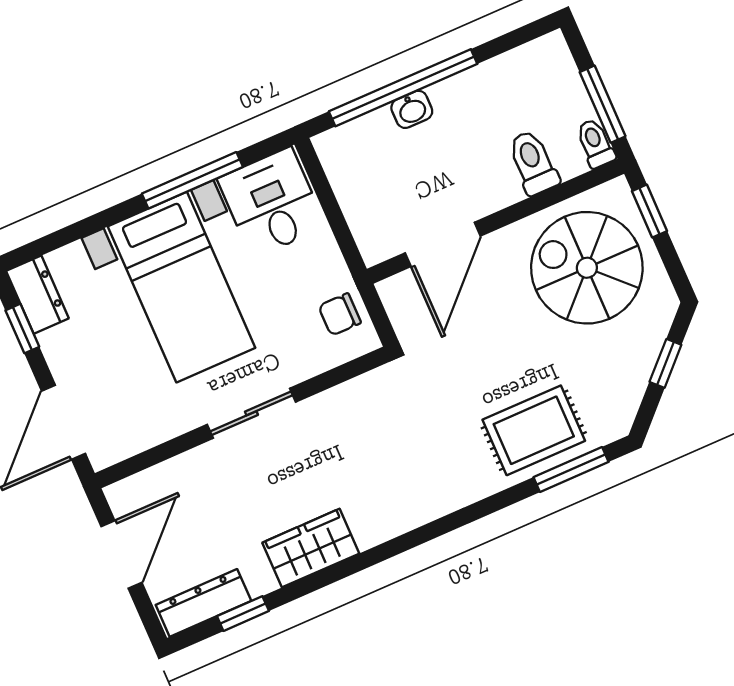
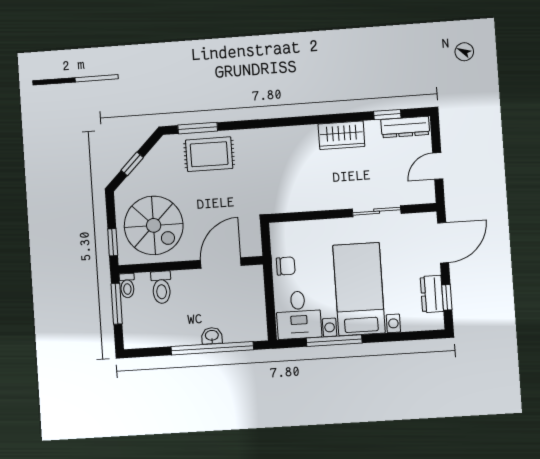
dresser: (37, 295) -> (432, 294), moved
chair: (340, 314) -> (286, 266), moved
sliding door: (251, 413) -> (377, 211), moved
door: (121, 554) -> (438, 166), width x0.73

